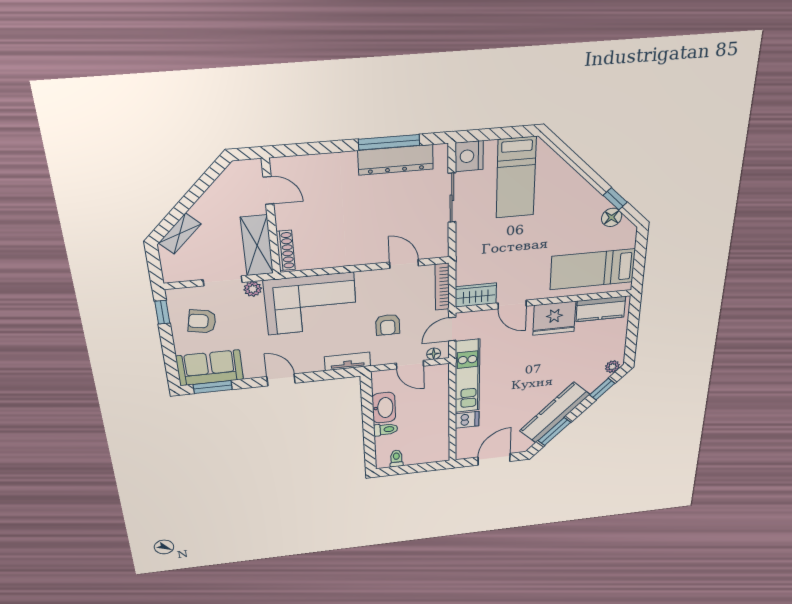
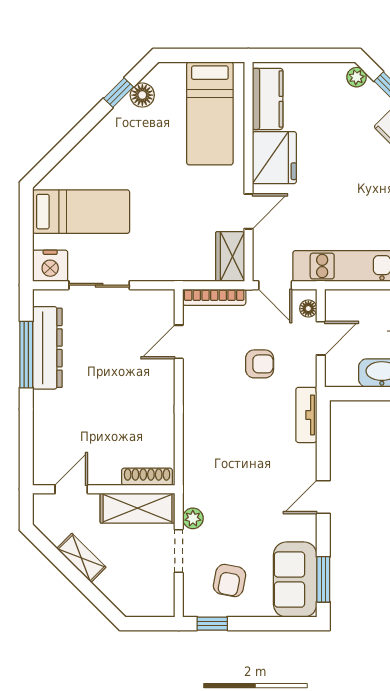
shelving: (180, 234) -> (81, 558), moved
corner sofa: (311, 304) -> (220, 453), removed

